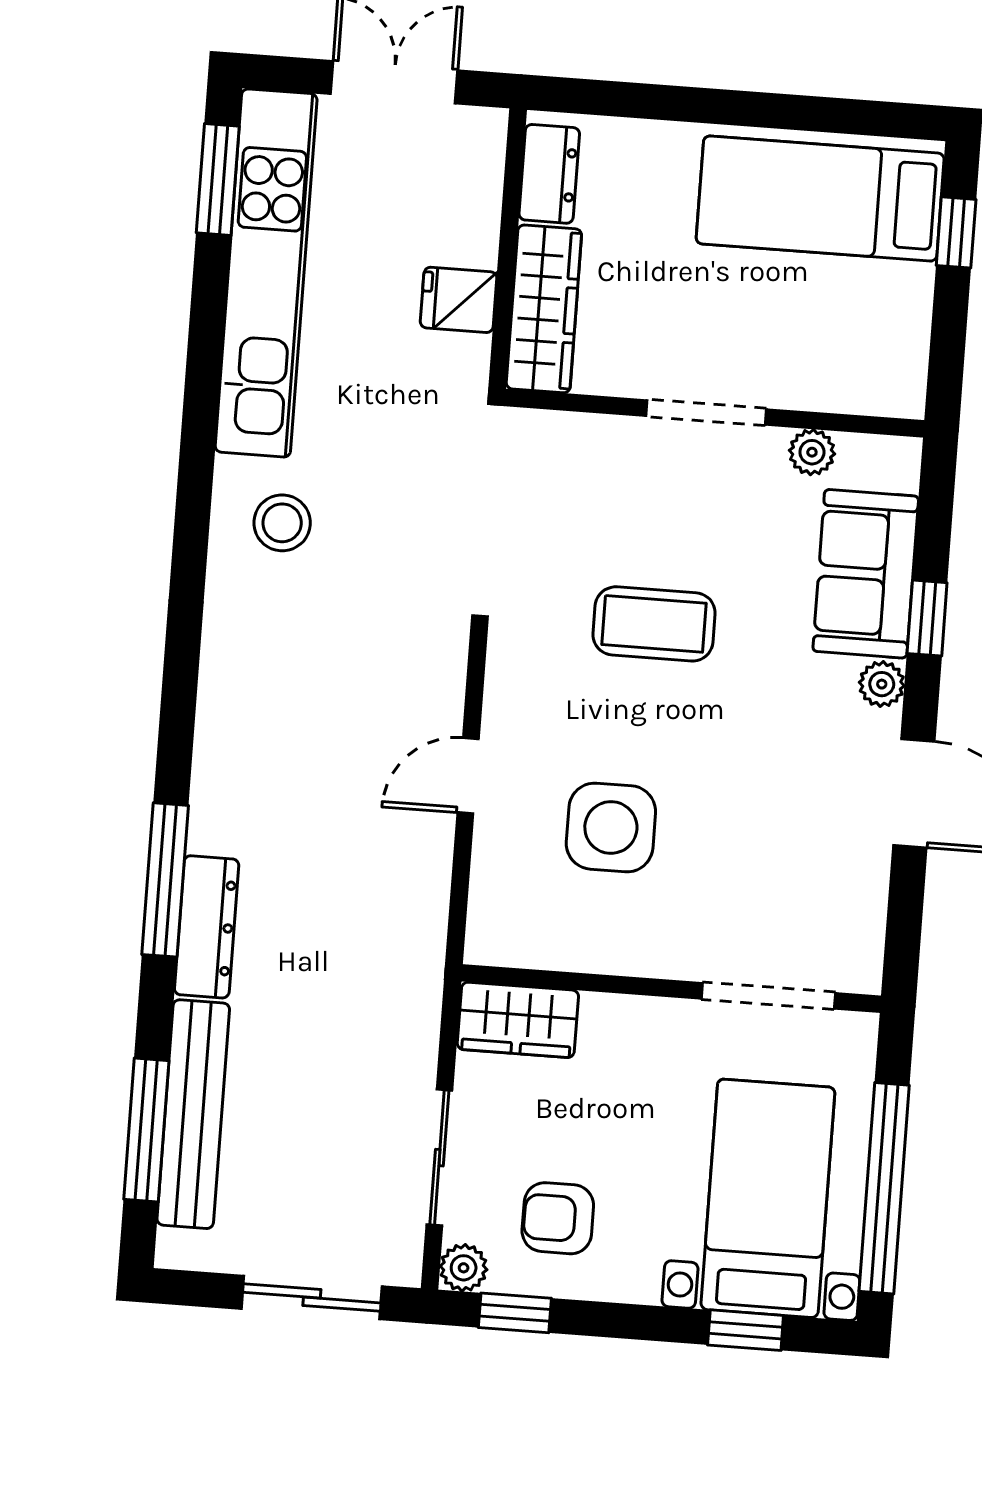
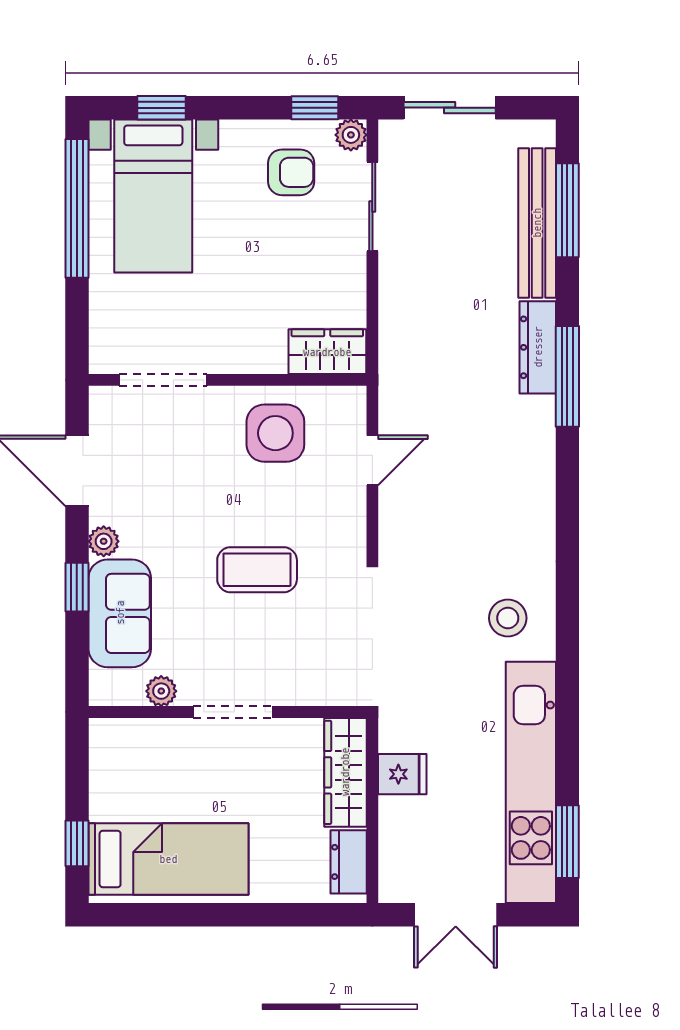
wall: (671, 989) -> (228, 380), moved
doorway: (768, 996) -> (163, 380), moved
wardrobe: (518, 1020) -> (327, 352), moved

